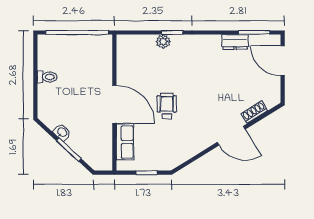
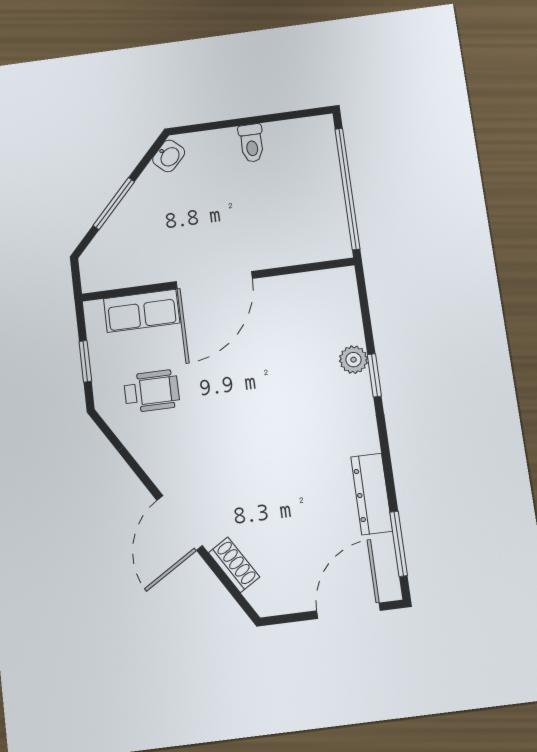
dresser: (235, 42) -> (372, 494), width x1.44
wheelchair: (167, 106) -> (152, 391), moved
washbasin: (62, 132) -> (169, 156), moved

